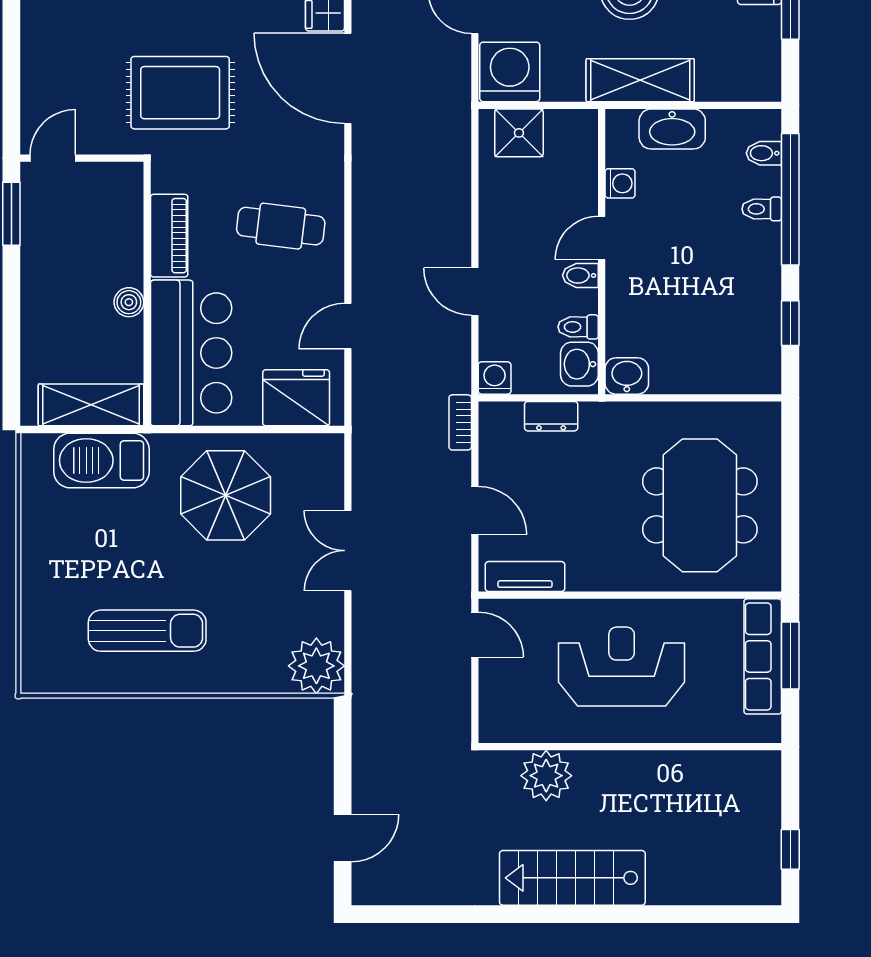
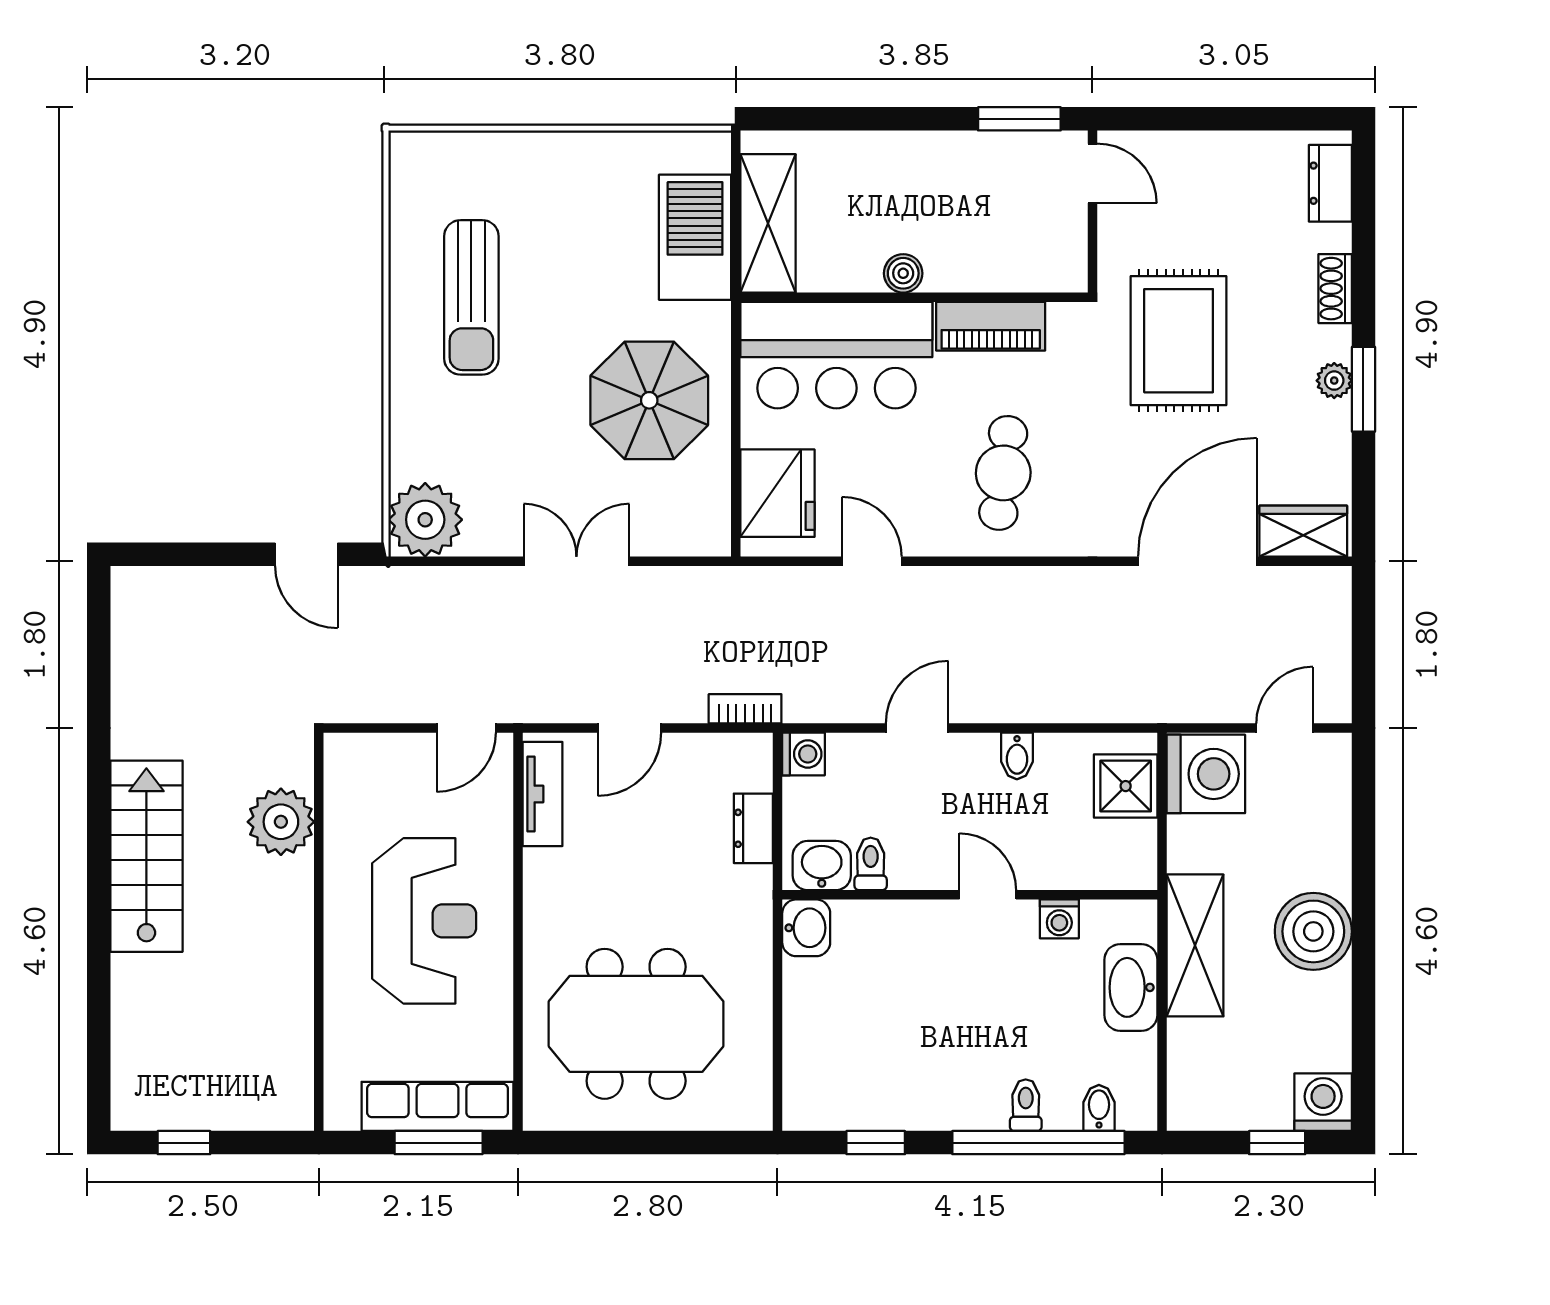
bidet: (580, 275) -> (1017, 756), moved, turned 180
door: (343, 838) -> (306, 554), moved

